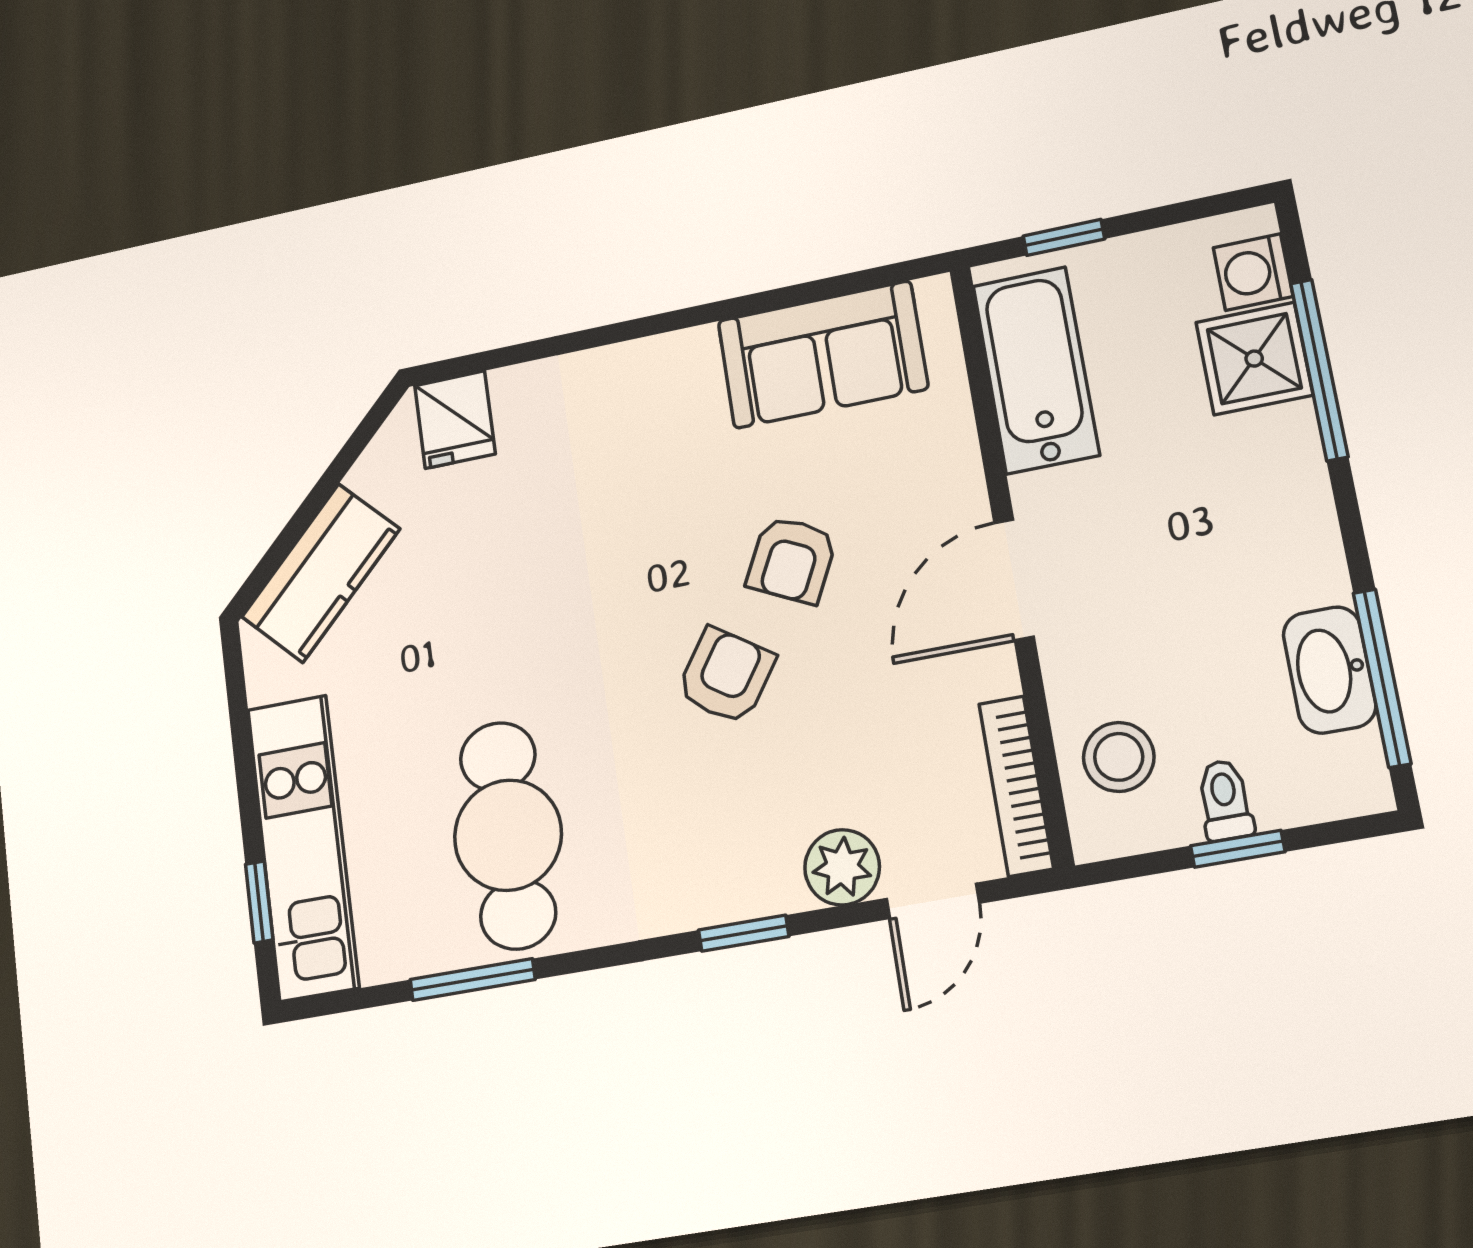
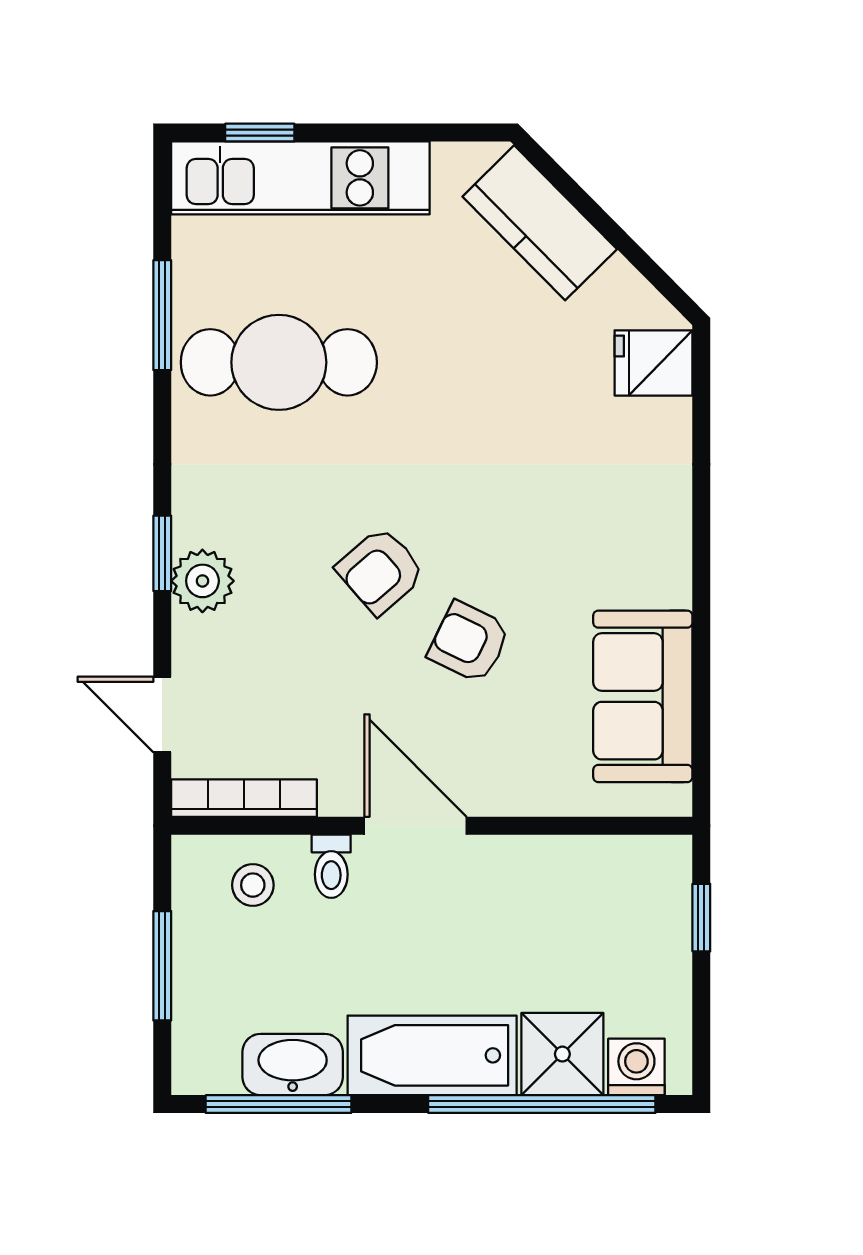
bathtub: (1036, 370) -> (432, 1055), moved, turned 180
window: (1319, 370) -> (542, 1104), width x1.46
armchair: (726, 676) -> (380, 571), turned 105
stool: (1119, 757) -> (253, 885), width x0.73, depth x0.73
toilet: (1225, 800) -> (331, 866), moved, turned 90
window: (1238, 849) -> (162, 966), width x1.50
plant: (842, 867) -> (202, 581), moved

